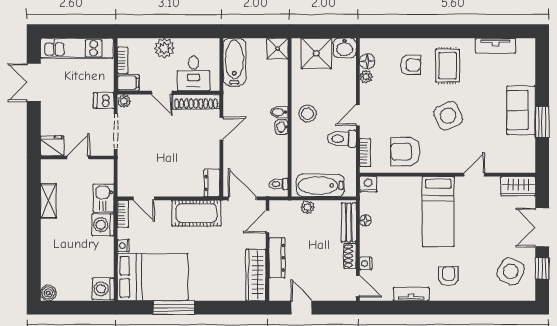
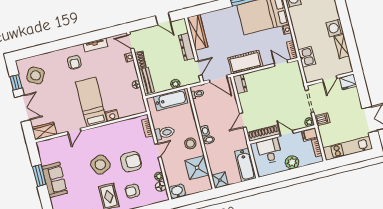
shower: (316, 53) -> (197, 168), moved
armchair: (405, 152) -> (131, 162), moved
nightstand: (368, 184) -> (112, 115), moved
washing machine: (103, 225) -> (335, 28), moved, turned 180

